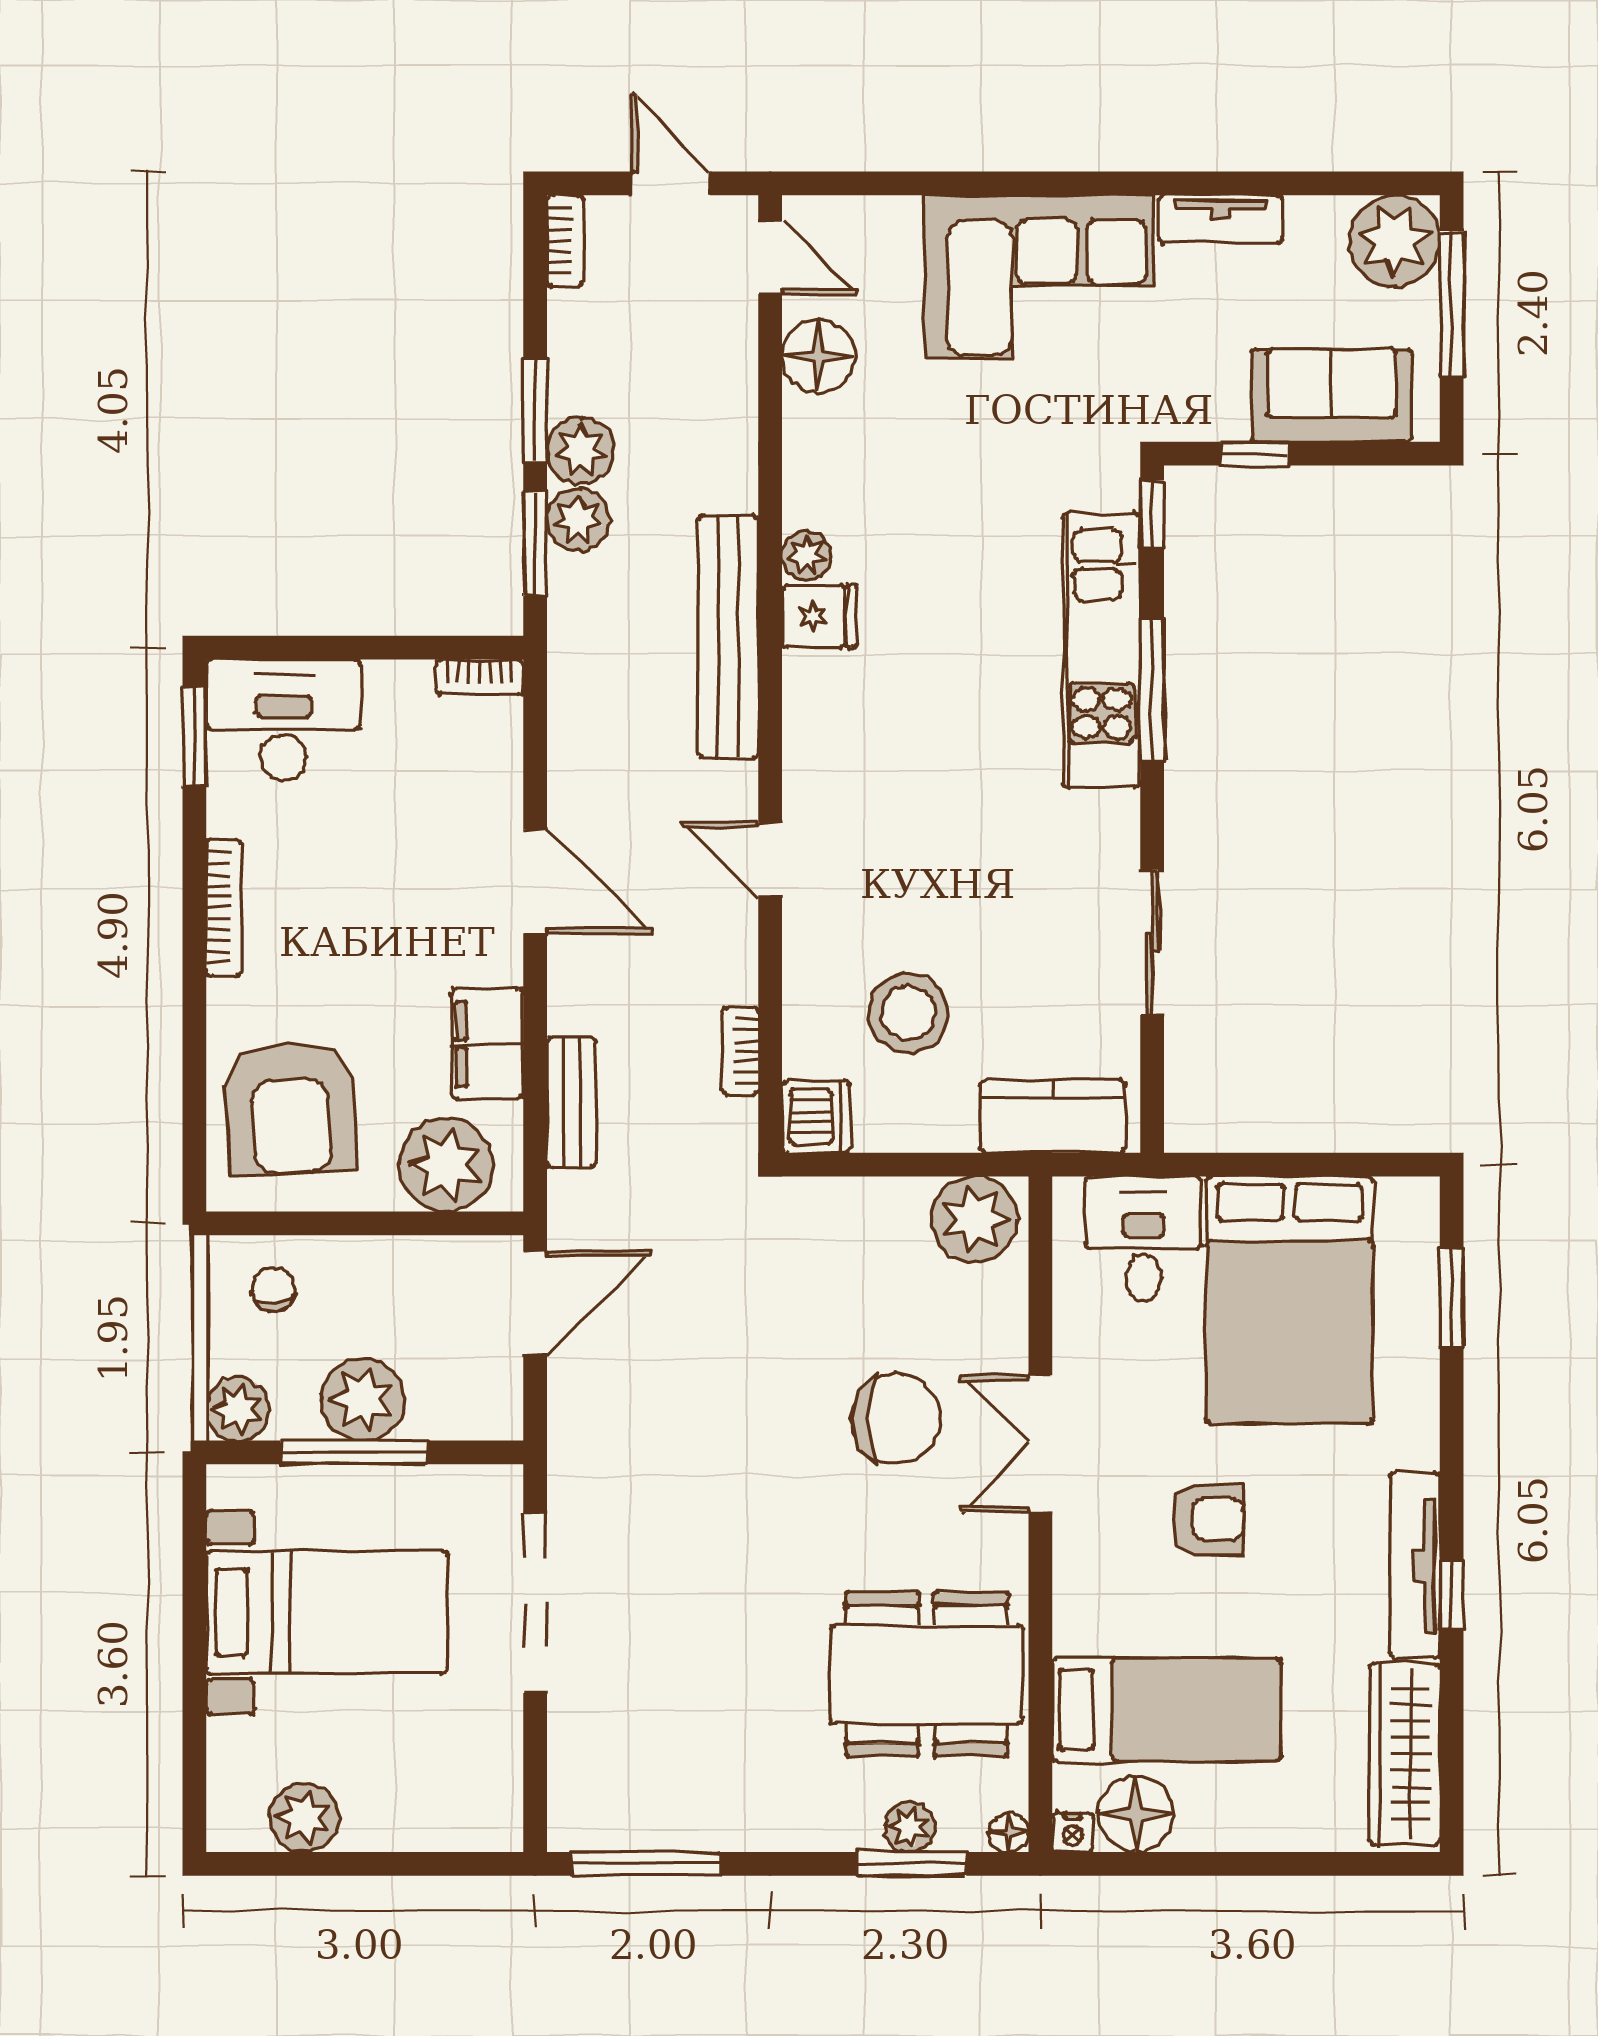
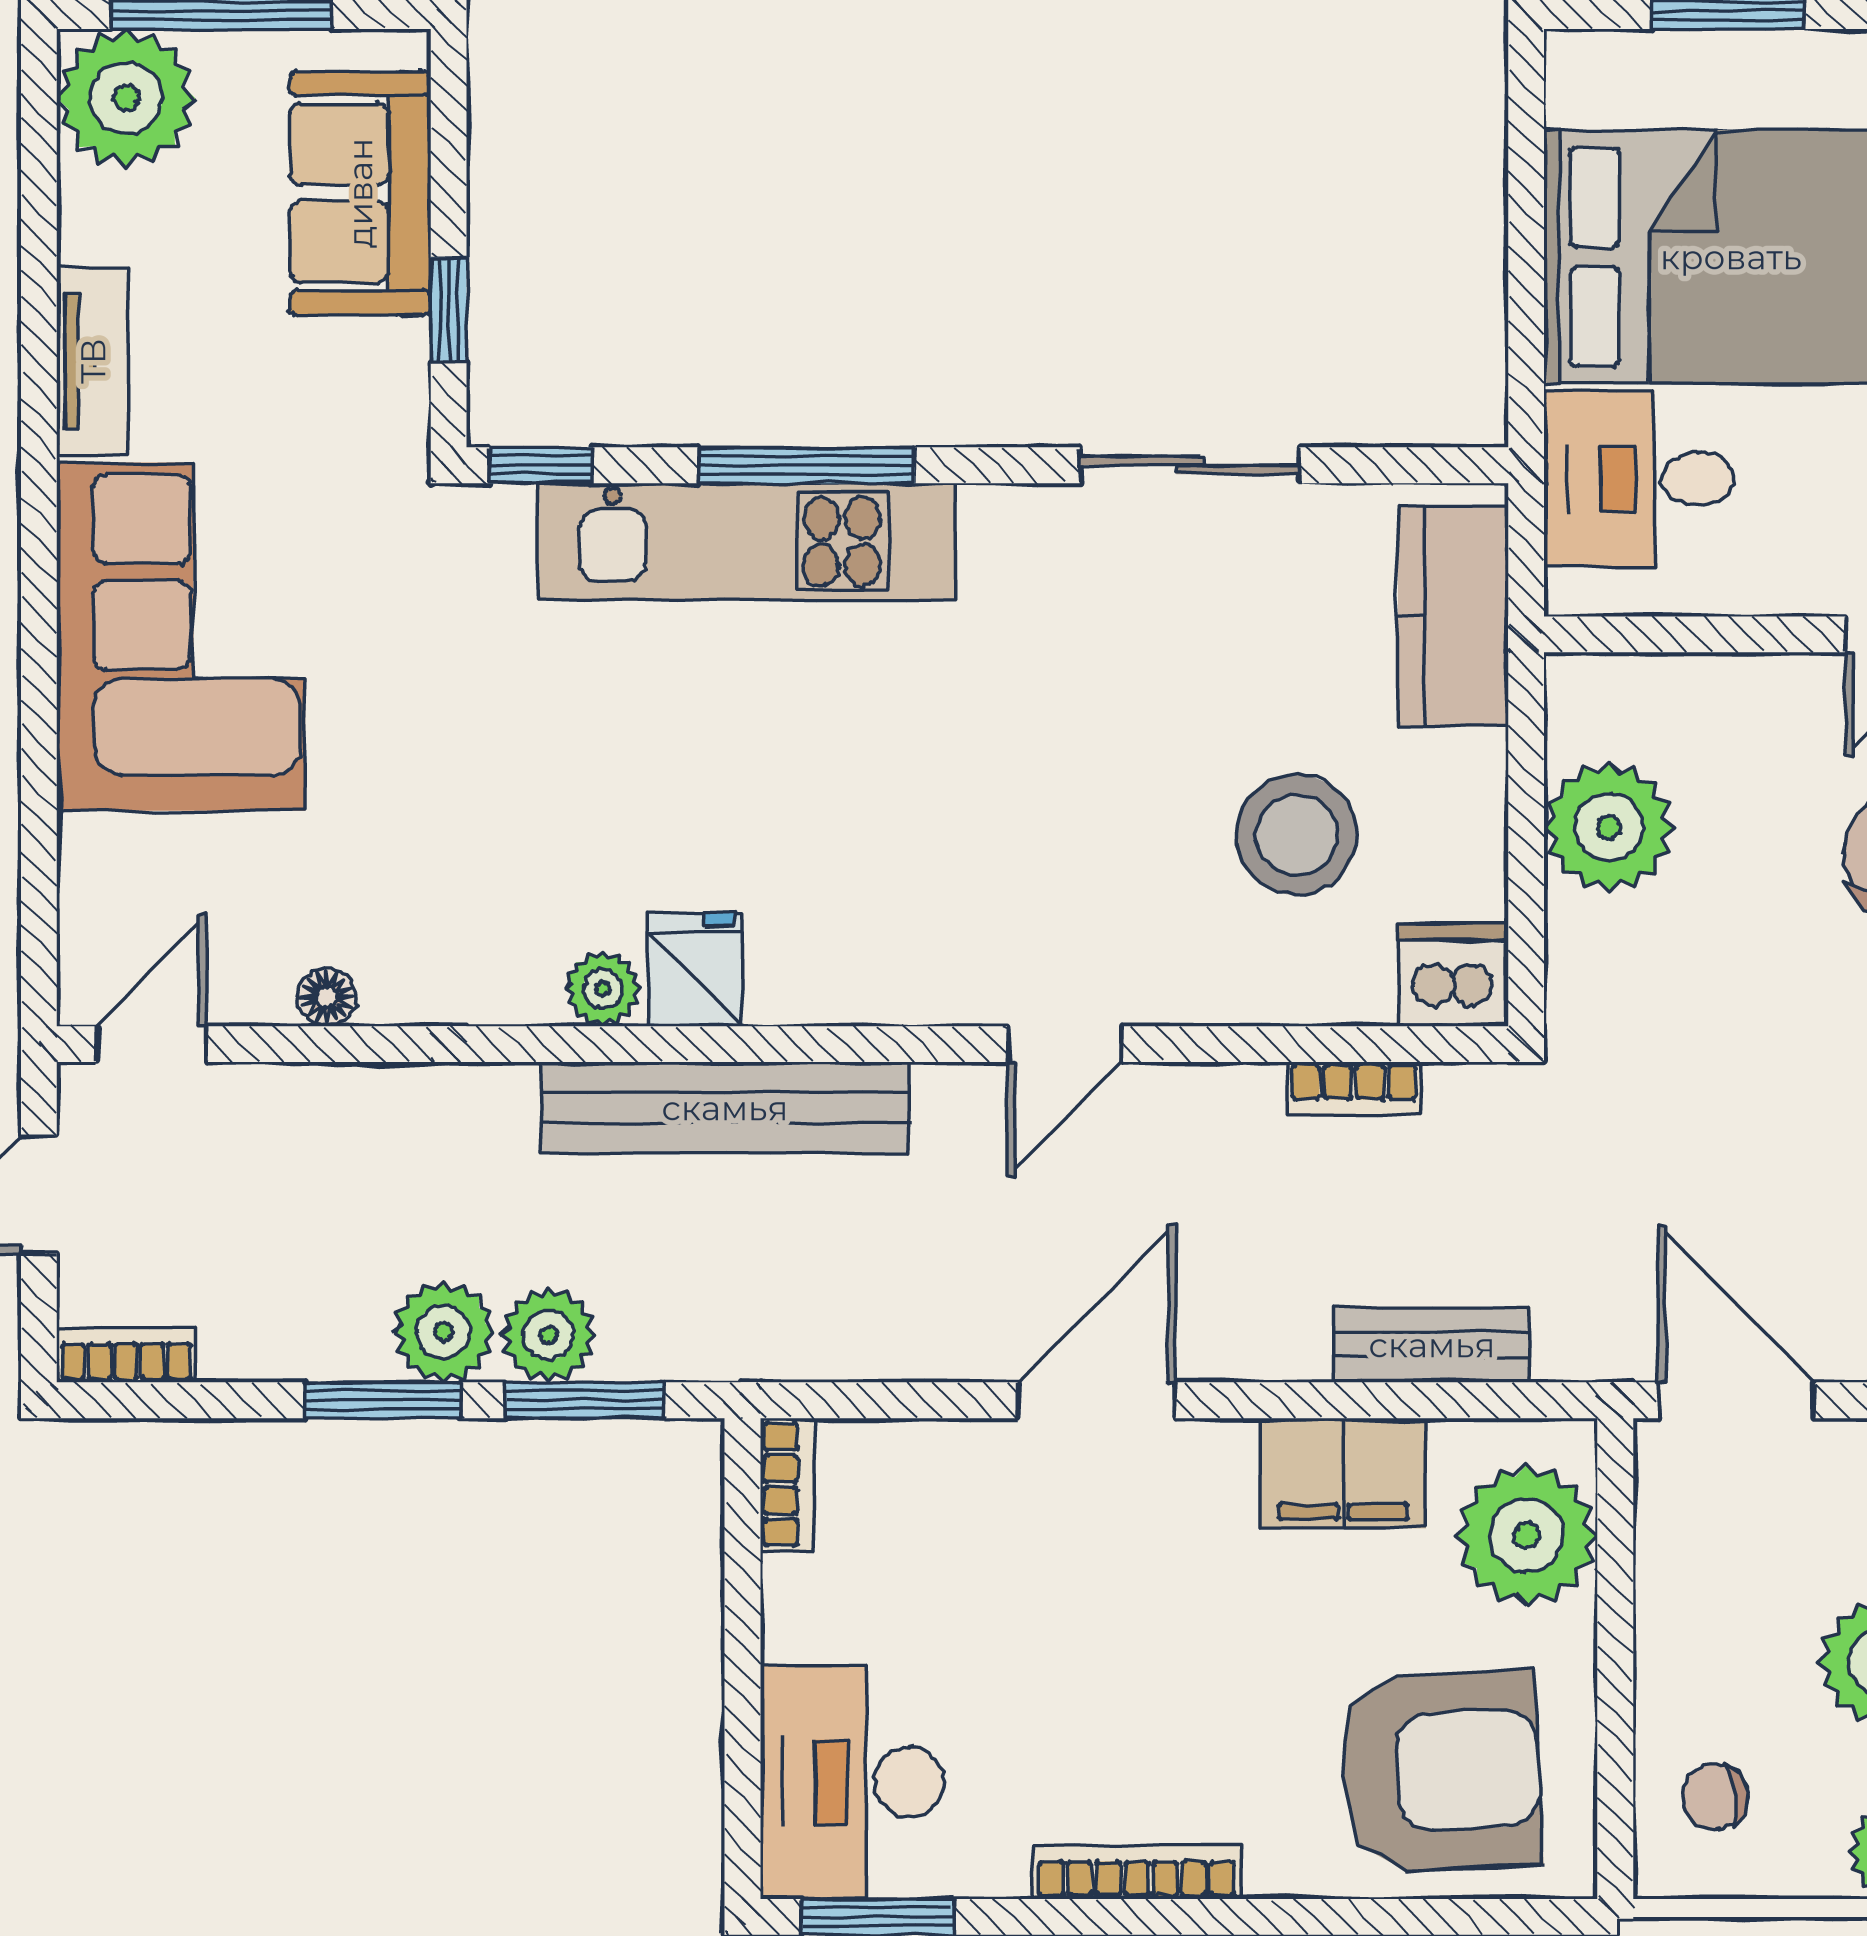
floor lamp: (818, 356) -> (327, 997), width x0.53, depth x0.53
plant: (975, 1219) -> (1609, 827), moved

